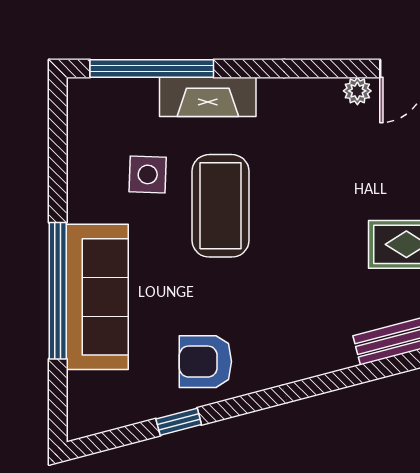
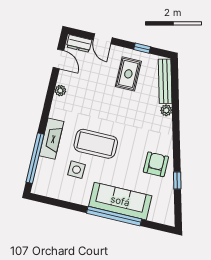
plant: (357, 91) -> (60, 91), moved
plant: (341, 356) -> (166, 110), added
armchair: (205, 362) -> (156, 164), turned 180

